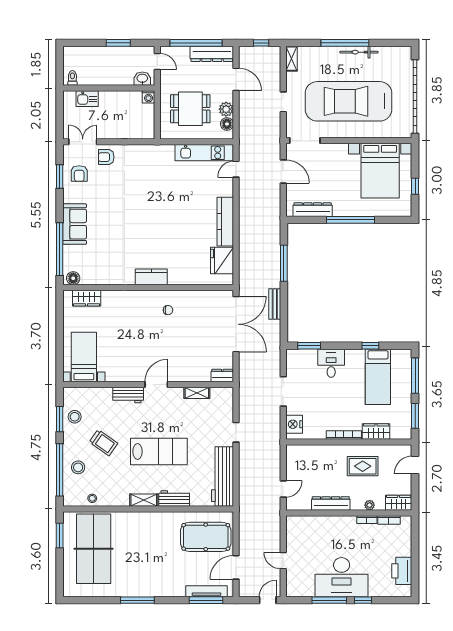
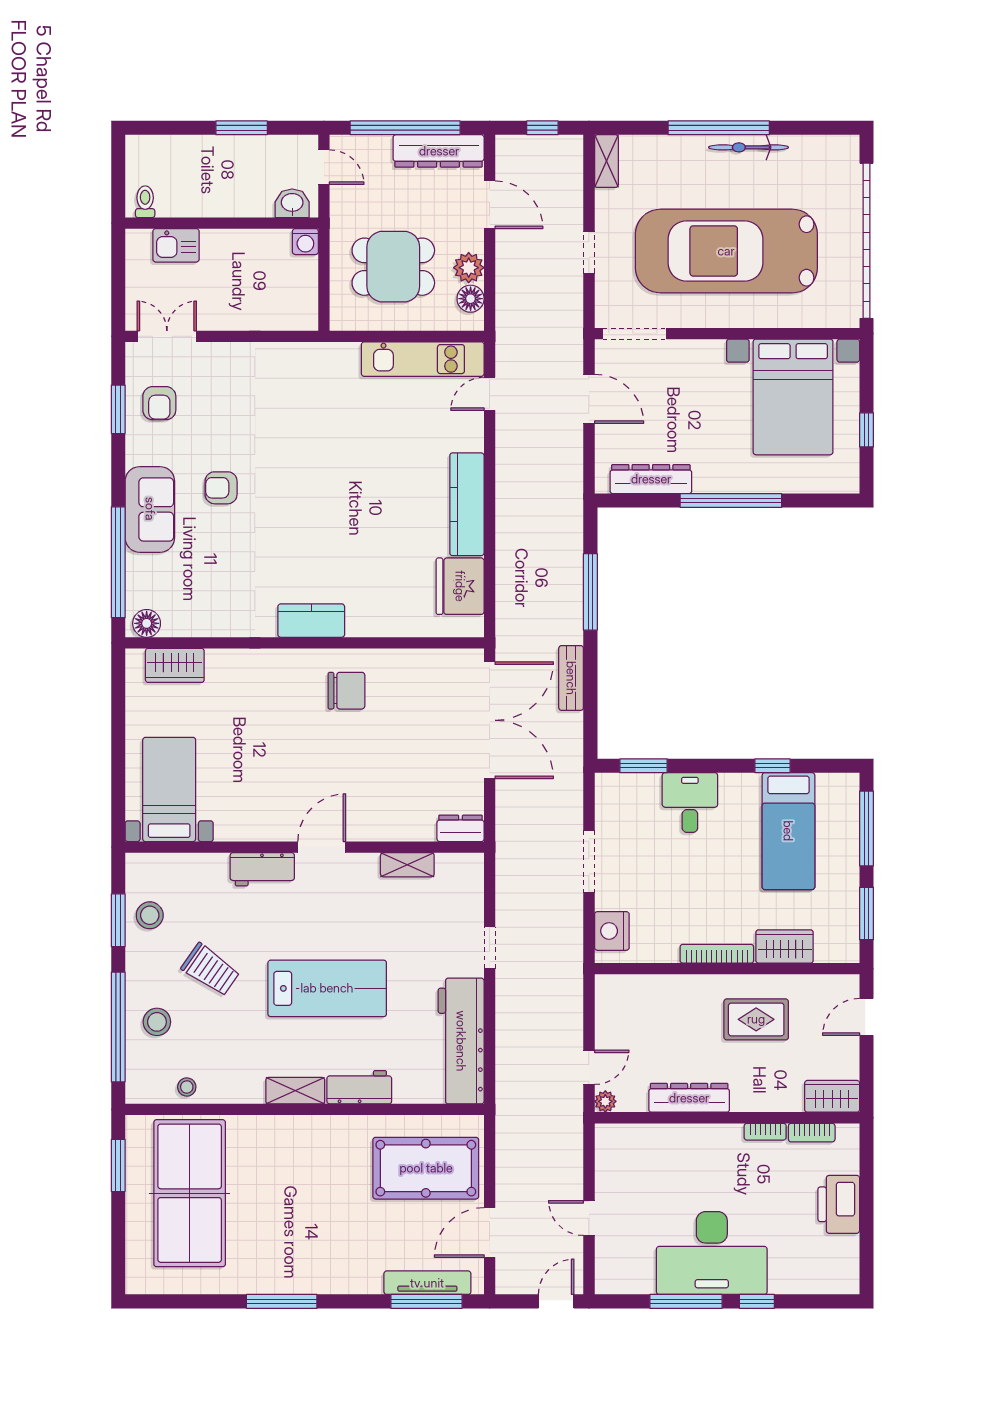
armchair: (106, 157) -> (221, 488), moved
chair: (168, 310) -> (346, 691), width x1.87, depth x1.87
plant: (370, 505) -> (605, 1101), moved
printer: (402, 571) -> (839, 1204), moved

